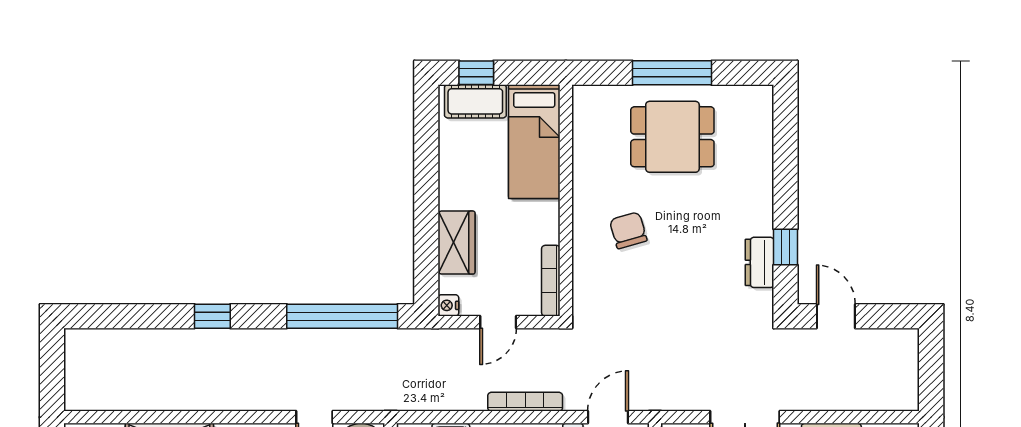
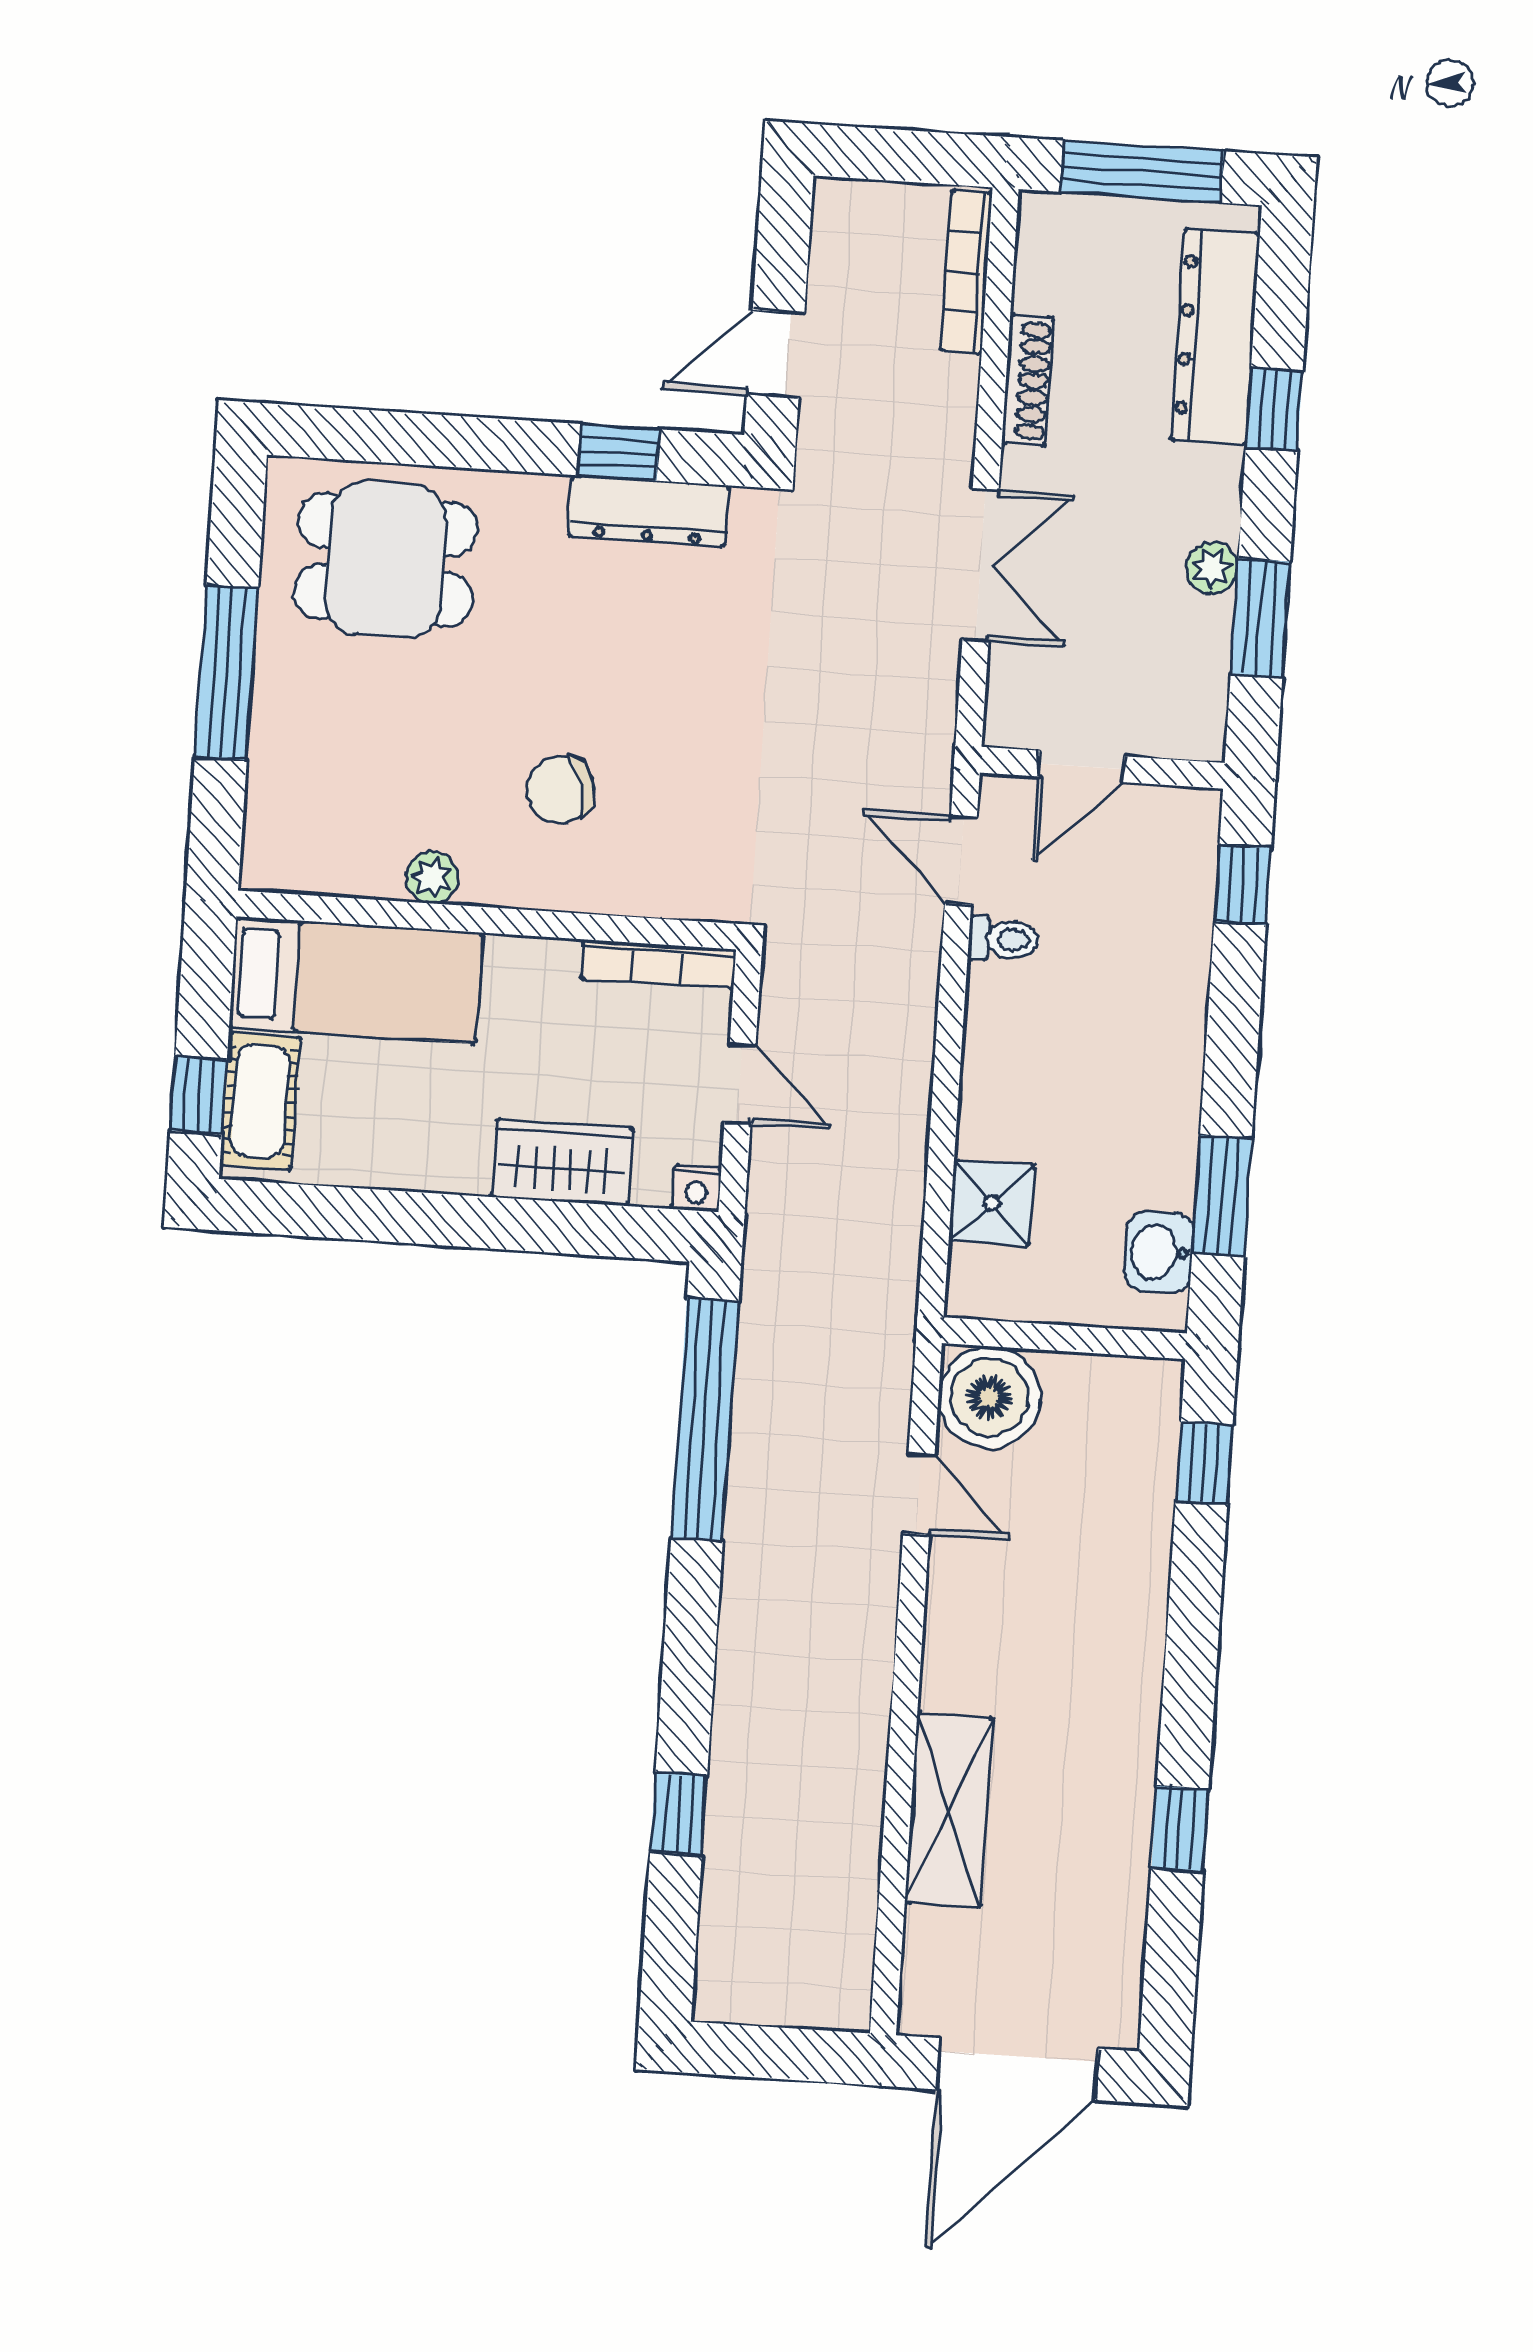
dining table: (672, 137) -> (386, 560), moved, turned 90
plant: (584, 174) -> (432, 877), added
dresser: (760, 262) -> (649, 511), width x1.44
window: (212, 316) -> (679, 1814), moved
bookcase: (525, 402) -> (966, 272), moved

